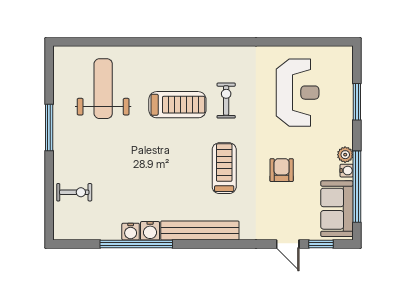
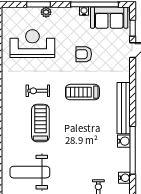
plant: (345, 155) -> (46, 12), moved
water cooler: (131, 232) -> (124, 178), moved

